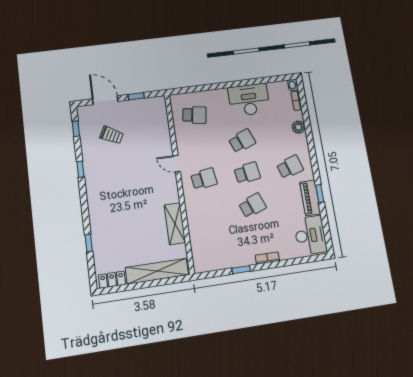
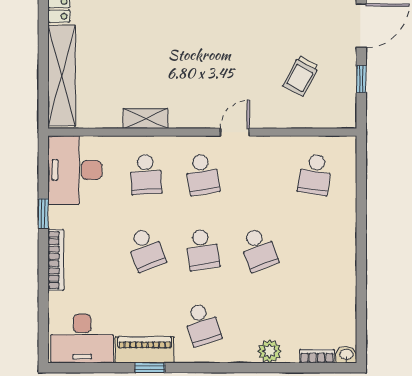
desk: (249, 100) -> (75, 170), moved, turned 180
trolley: (112, 135) -> (301, 76), moved
school desk: (209, 212) -> (146, 174), added
shelving: (175, 224) -> (146, 119), width x0.67, depth x0.75
bookcase: (267, 258) -> (56, 260), width x1.56

